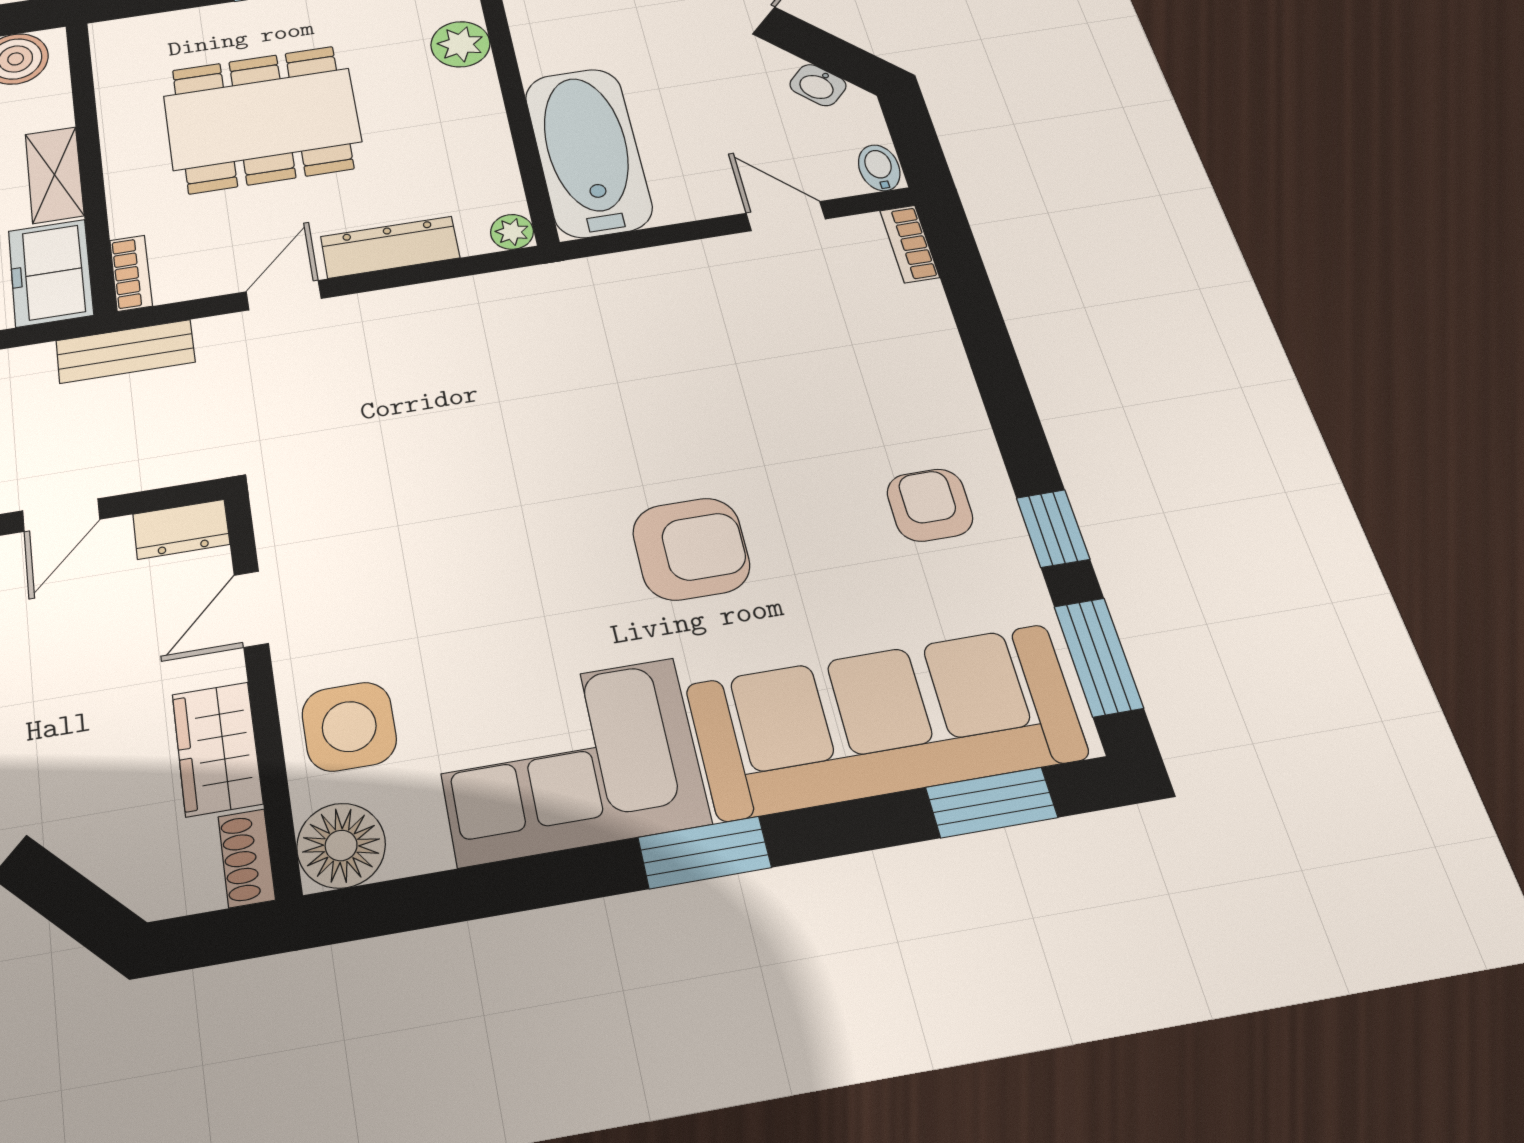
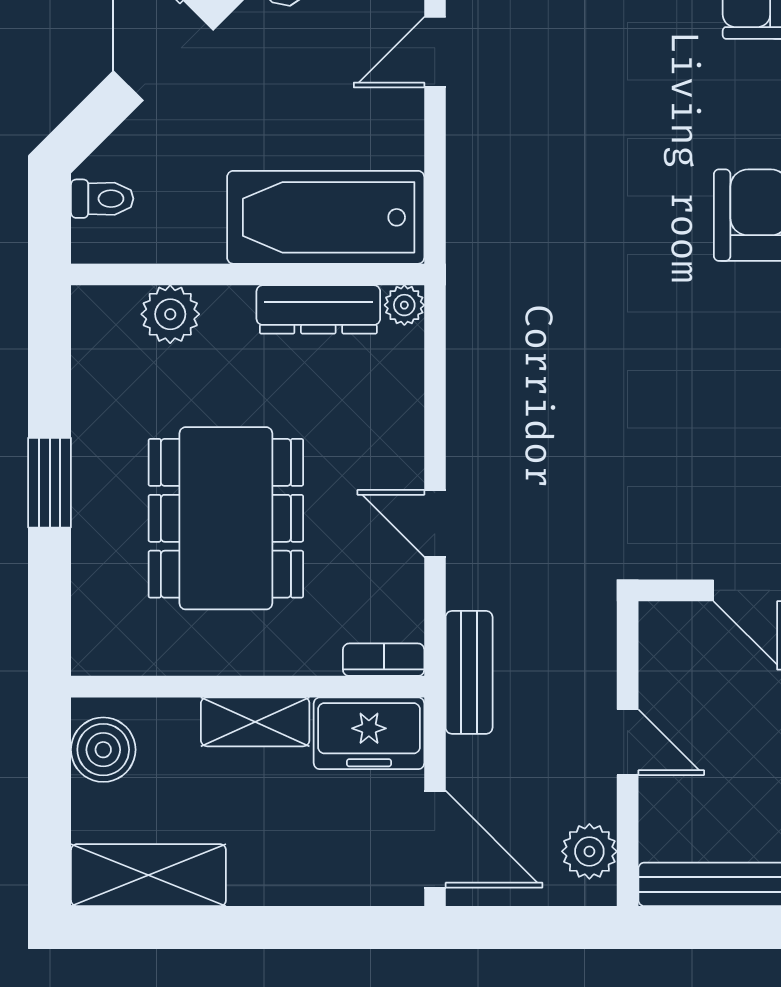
dresser: (390, 247) -> (318, 309), moved, turned -90
dresser: (181, 529) -> (661, 641), removed

